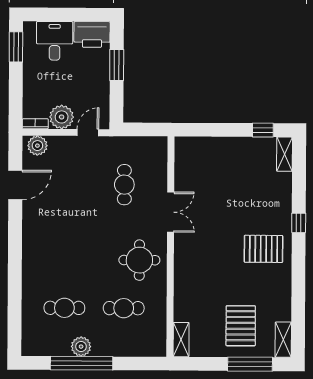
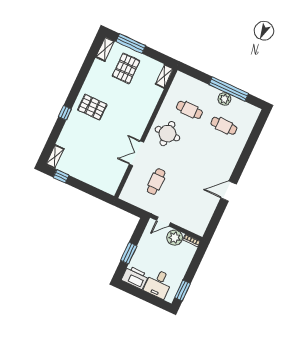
plant: (37, 146) -> (196, 227), removed
door: (15, 185) -> (229, 191), moved

